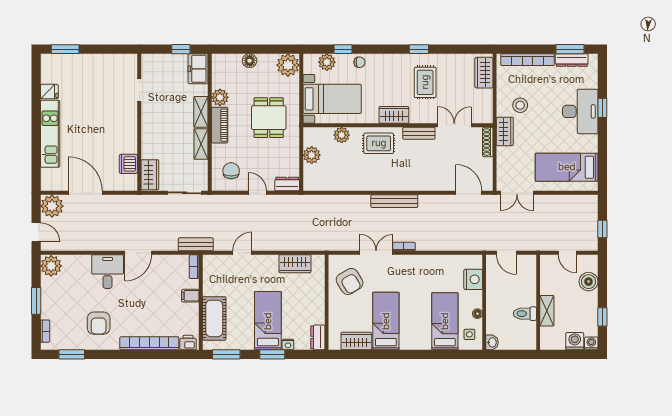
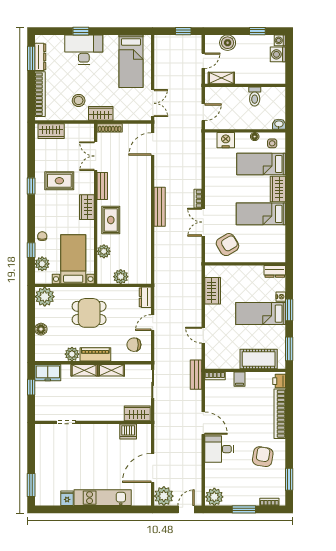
shelving: (547, 311) -> (221, 78), moved
armchair: (99, 323) -> (263, 457), turned -81
wardrobe: (356, 341) -> (278, 189), moved

